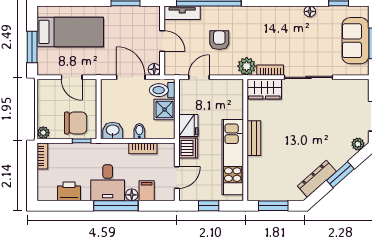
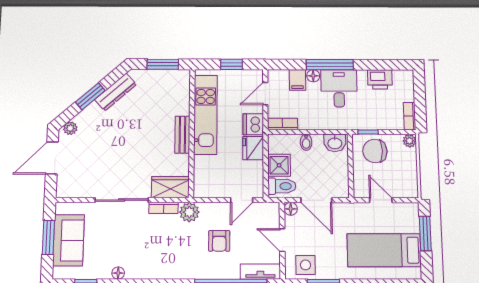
side table: (141, 19) -> (306, 265), added
bookcase: (143, 148) -> (283, 124), moved

